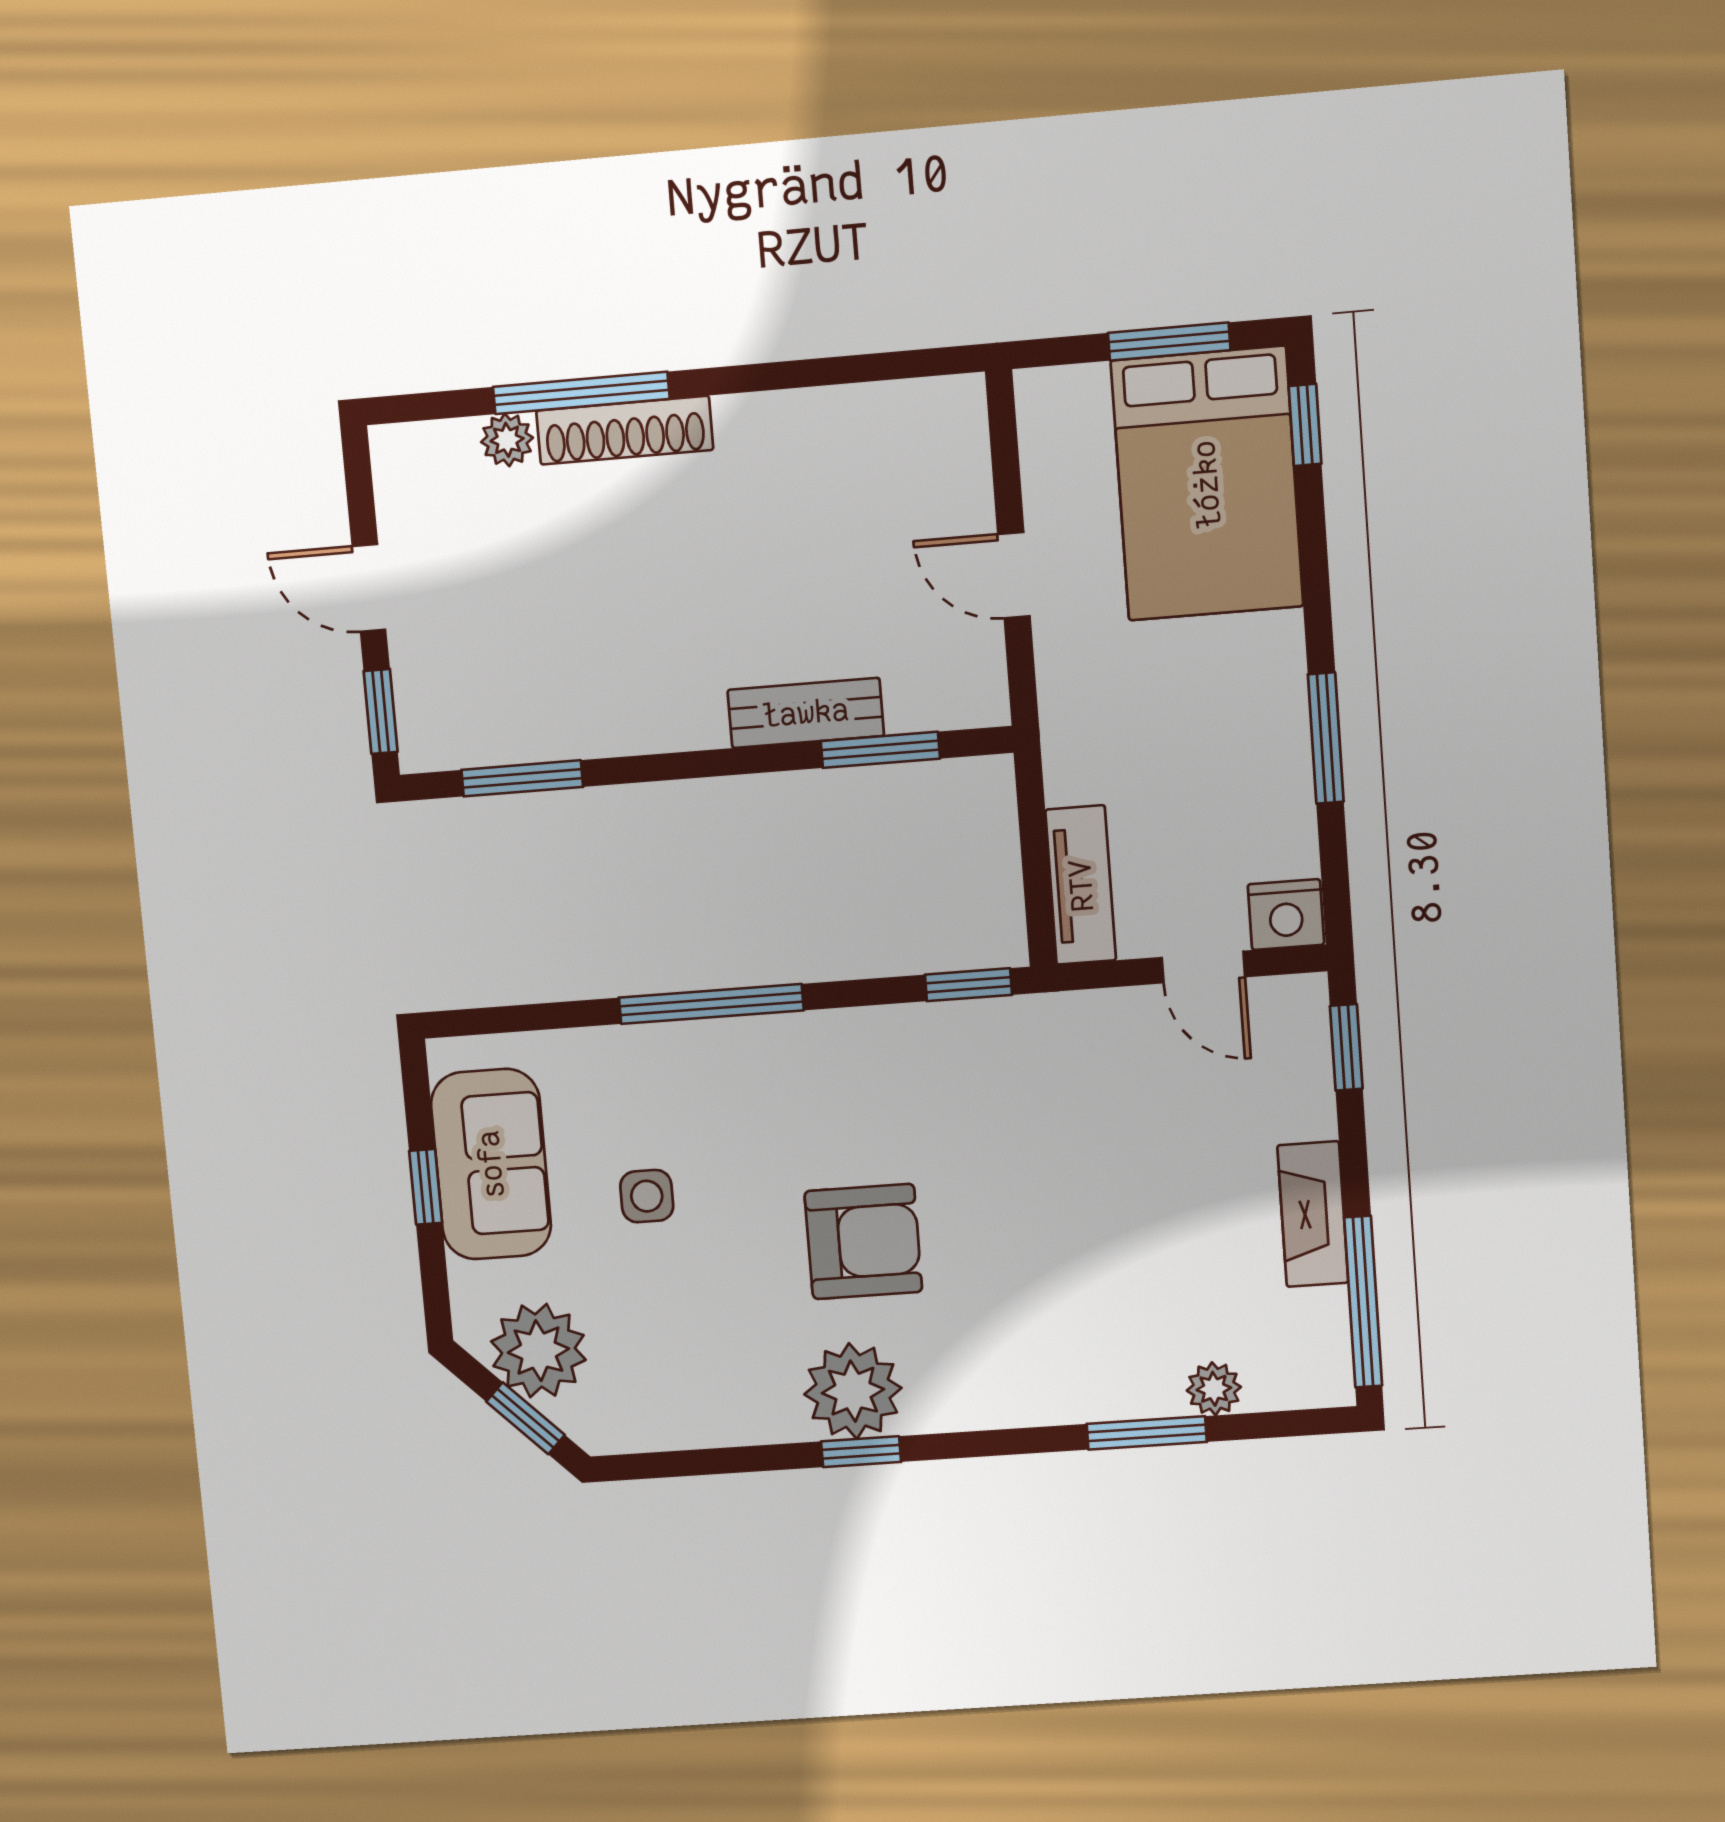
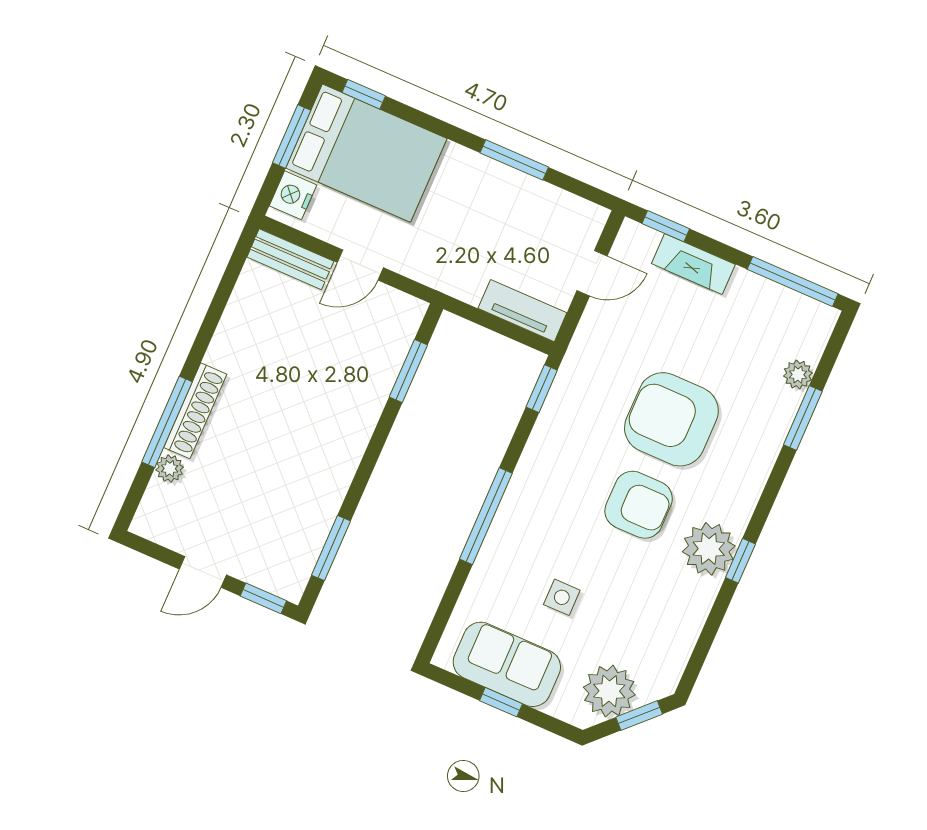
bench: (806, 713) -> (290, 259), moved, turned 90
nightstand: (1286, 914) -> (293, 195), moved, turned 180
fireplace: (1313, 1214) -> (693, 264), moved
armchair: (1031, 1222) -> (671, 419), added
armchair: (863, 1242) -> (639, 505), turned 90

